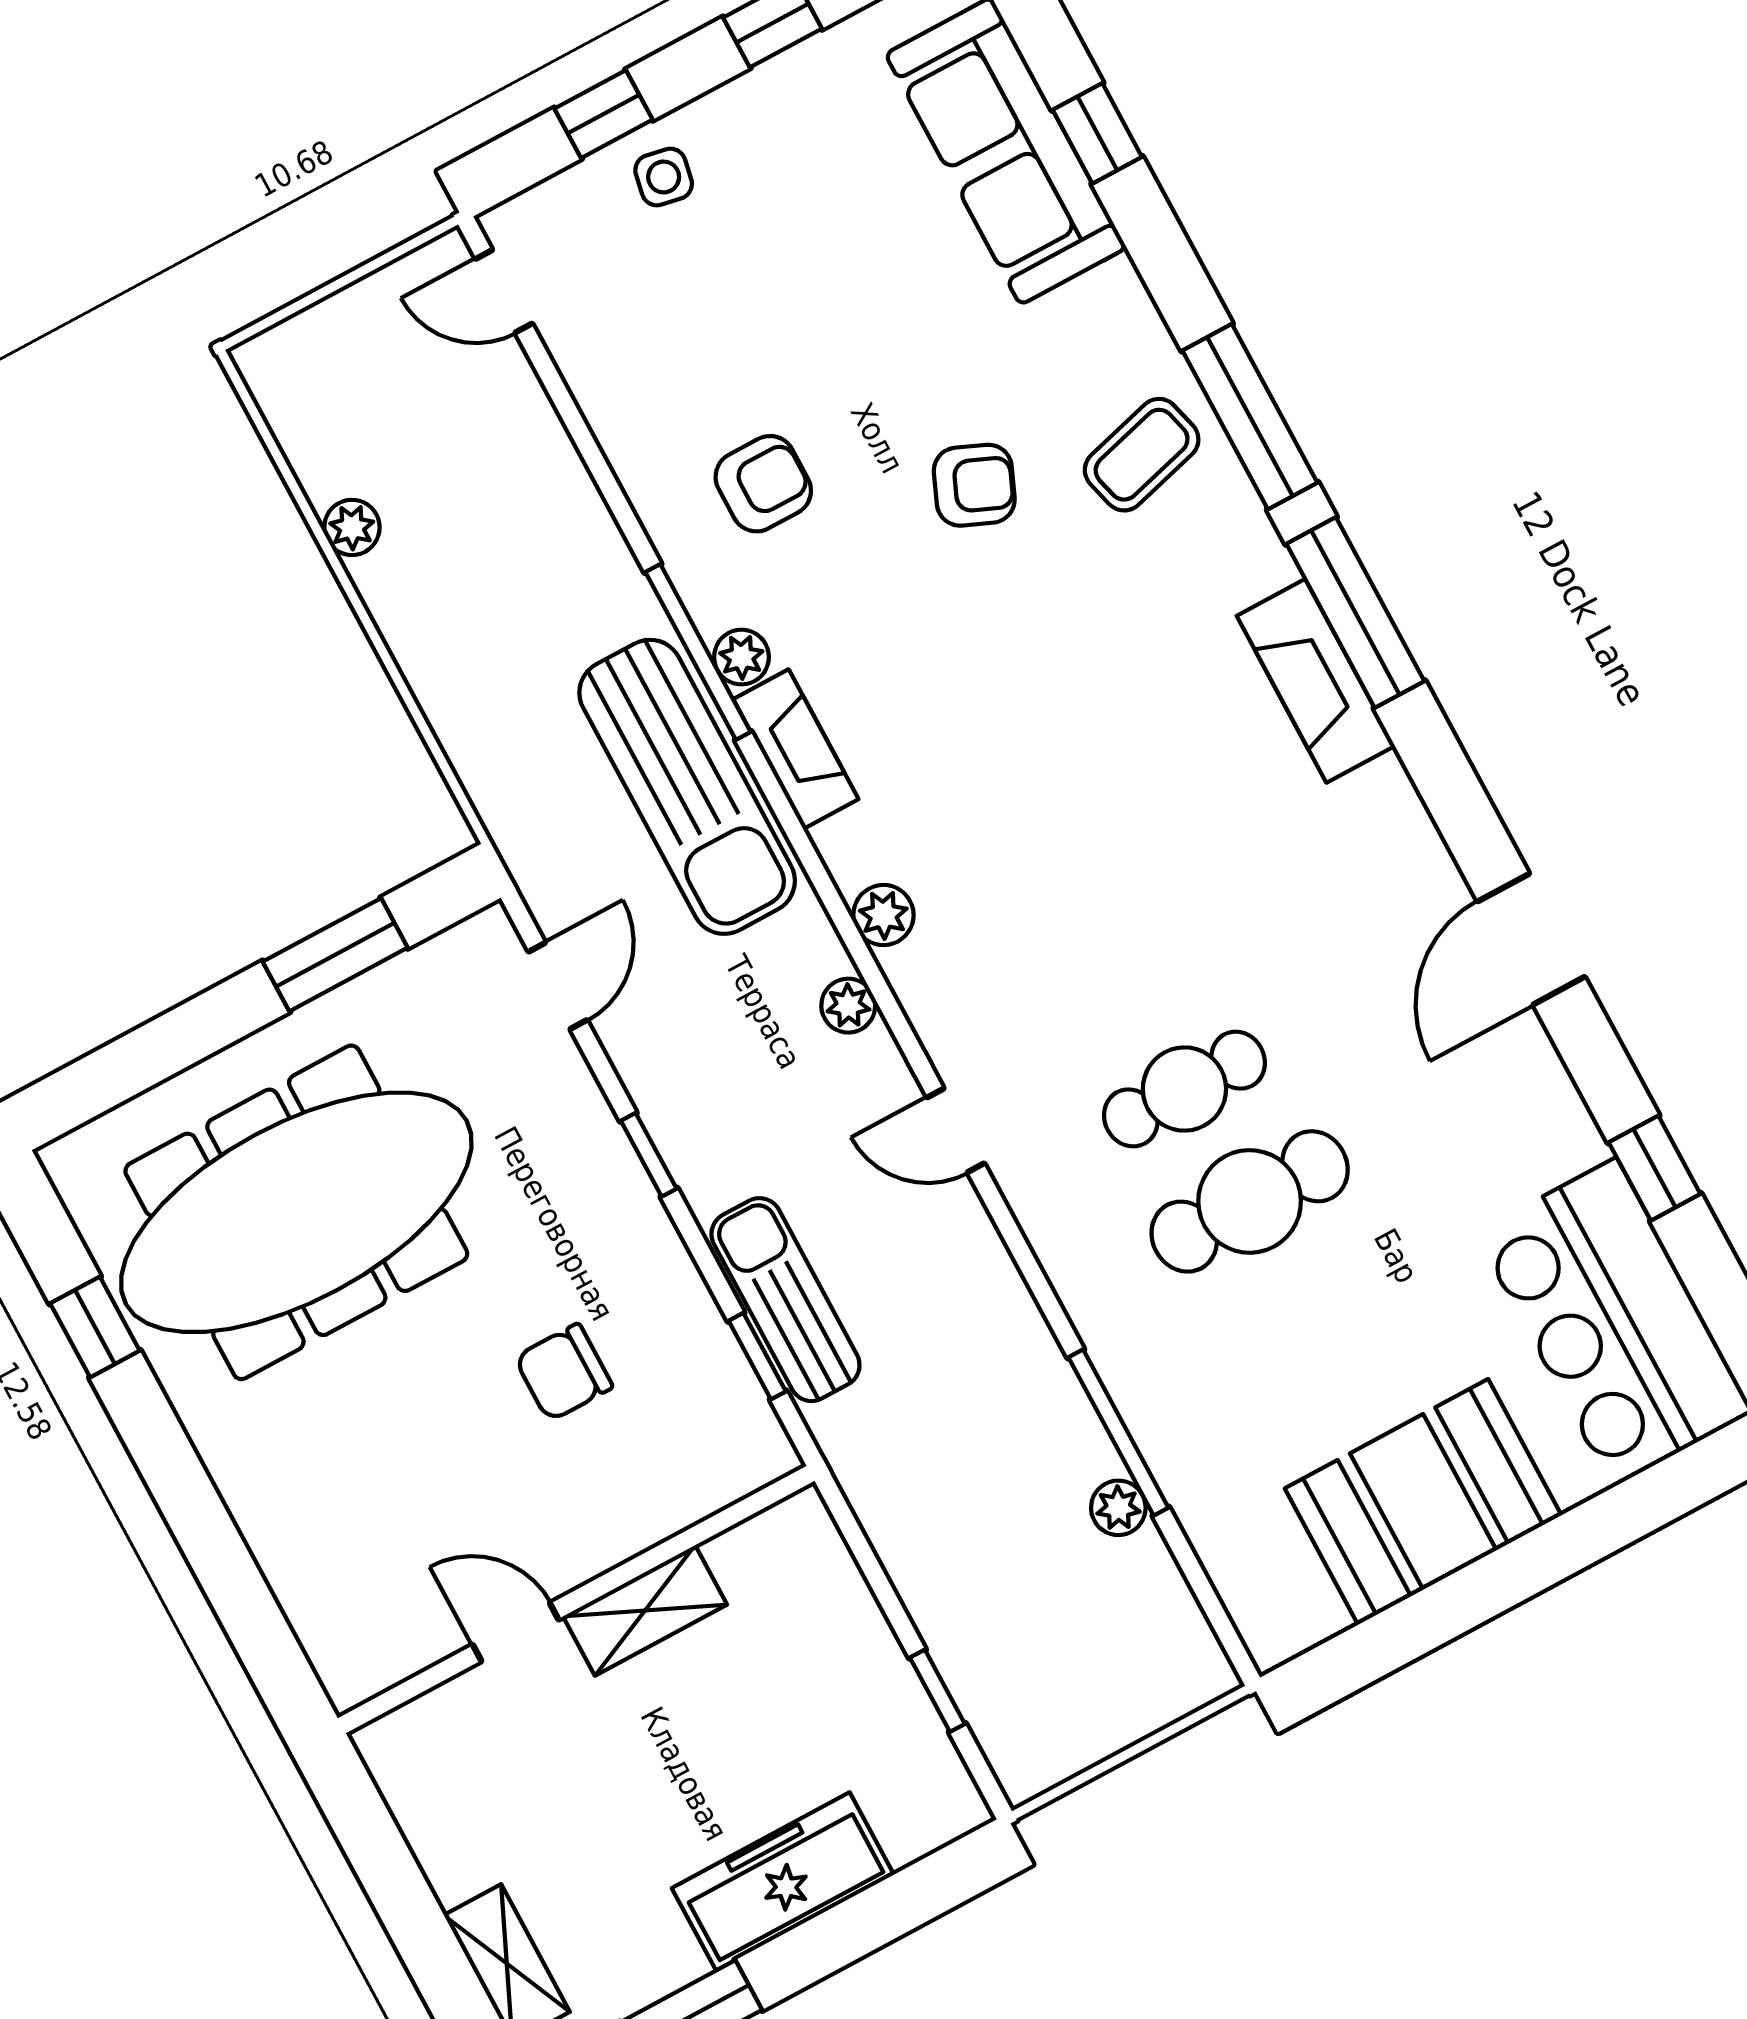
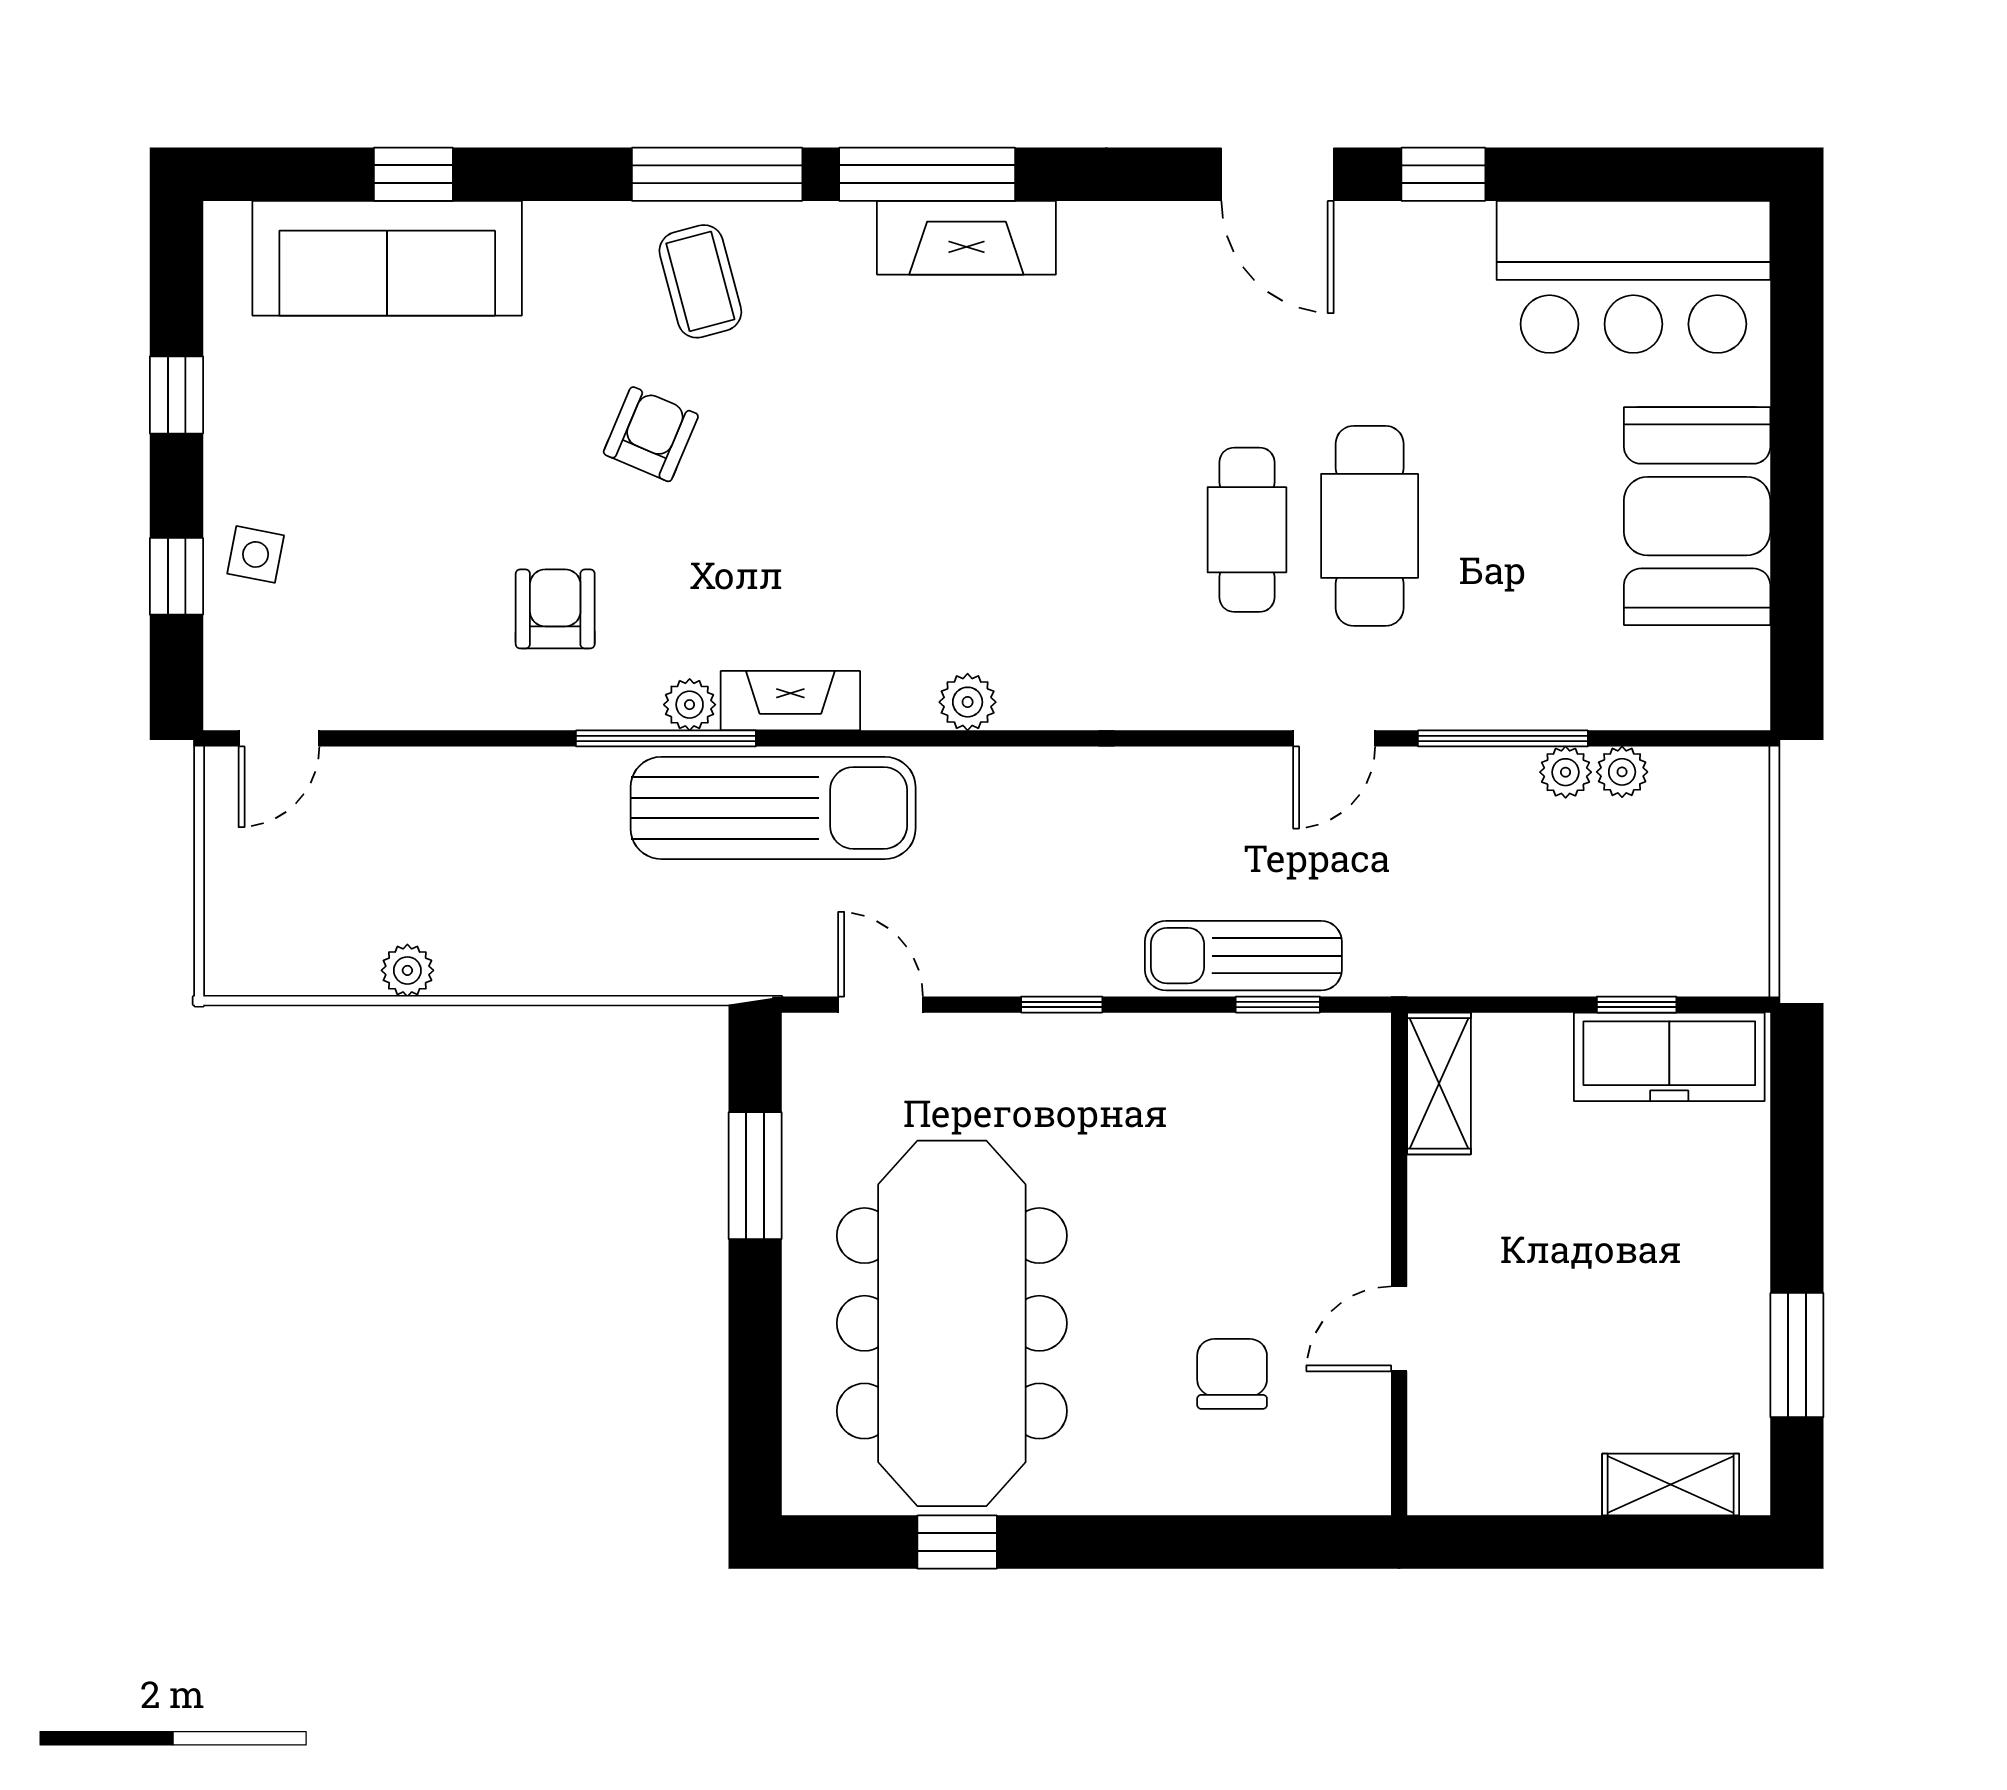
plant: (848, 1006) -> (1622, 772), moved
door: (956, 1130) -> (1334, 738), moved
window: (1655, 1168) -> (1443, 174), moved
chair: (564, 1372) -> (1232, 1374), moved, turned 180
shelving: (645, 1610) -> (1439, 1083), moved
freezer: (783, 1881) -> (1669, 1057), moved, turned -90

